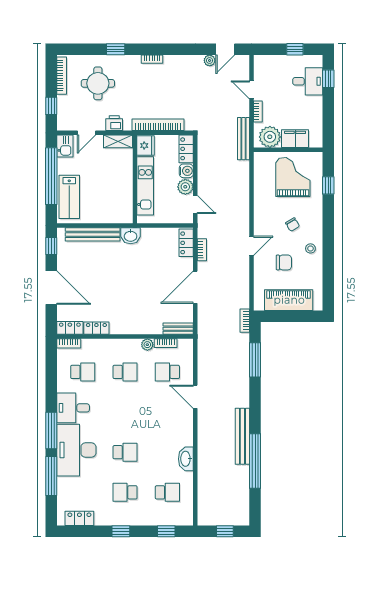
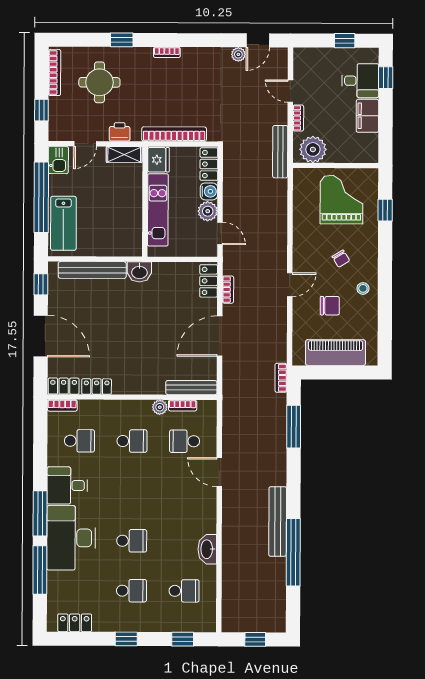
filing cabinet: (295, 139) -> (367, 116), moved, turned -90
bench: (178, 329) -> (191, 388), width x1.36
school desk: (125, 492) -> (131, 591), turned 180

